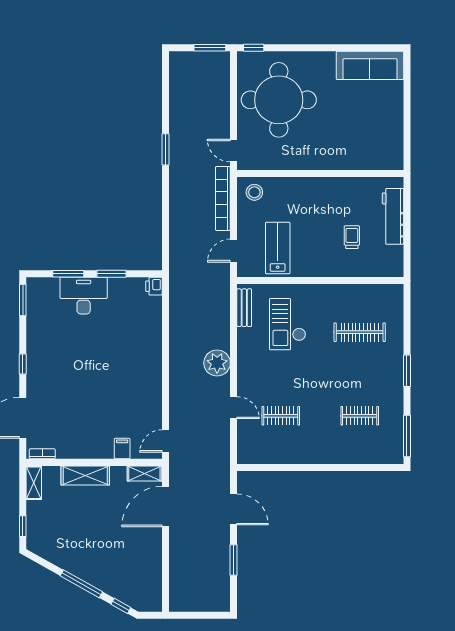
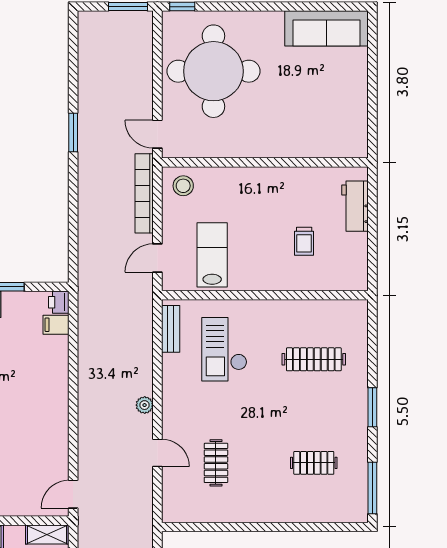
workbench: (393, 216) -> (355, 206), width x0.73
trolley: (352, 237) -> (304, 241), turned 180
plant: (217, 363) -> (145, 405), width x0.53, depth x0.53
clothes rail: (281, 416) -> (216, 463), turned 90
filing cabinet: (122, 449) -> (56, 325), moved, turned -90

